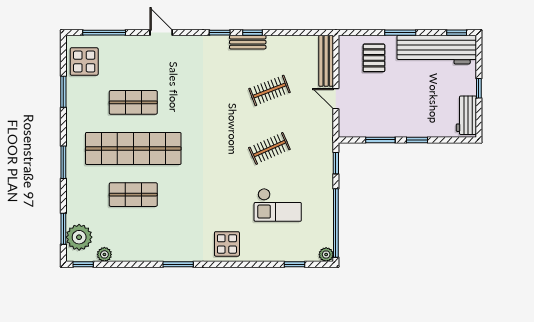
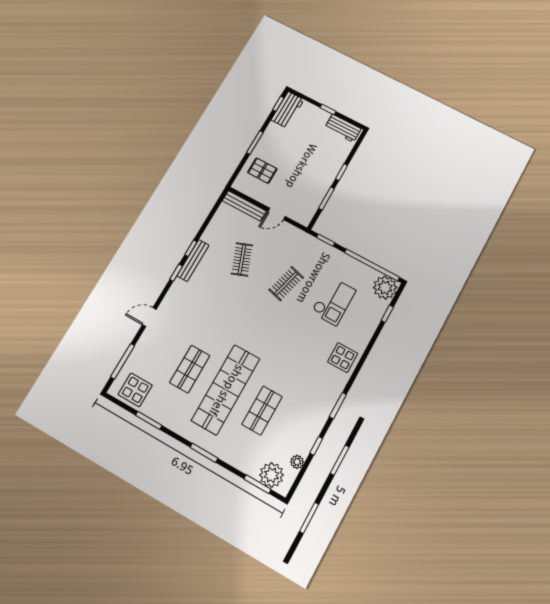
bench: (248, 42) -> (193, 261), width x1.36
workbench: (437, 50) -> (288, 110), width x0.53, depth x0.76
clothes rail: (269, 148) -> (286, 284), turned 39
plant: (326, 255) -> (385, 288), width x1.88, depth x1.88
window: (83, 264) -> (316, 446), moved

